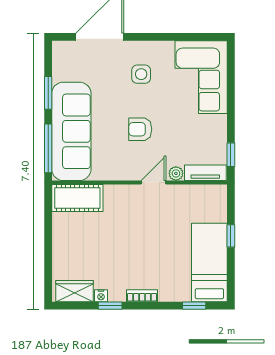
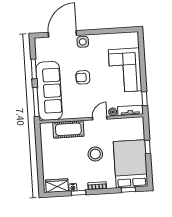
side table: (141, 74) -> (83, 42), moved
corner sofa: (201, 77) -> (125, 70), moved
armchair: (140, 129) -> (83, 77), moved
cot: (77, 198) -> (68, 129), moved
stool: (142, 242) -> (95, 154), added
bed: (209, 263) -> (131, 164), width x1.50

